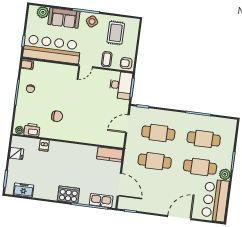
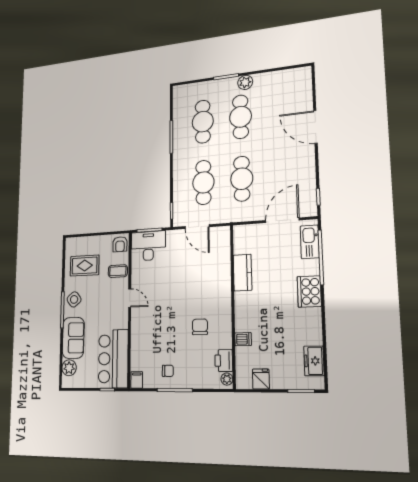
bar counter: (52, 49) -> (113, 359), width x0.73
kitchen counter: (110, 154) -> (243, 273), moved
bar counter: (215, 200) -> (283, 85), removed

